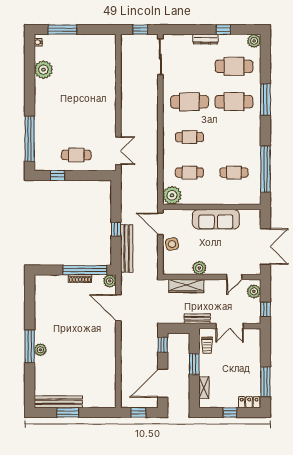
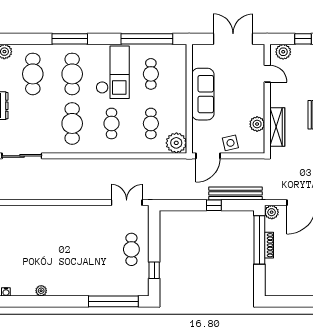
plant: (43, 70) -> (41, 291), width x0.53, depth x0.53
checkout: (236, 138) -> (113, 72), added
plant: (199, 268) -> (257, 124), moved

